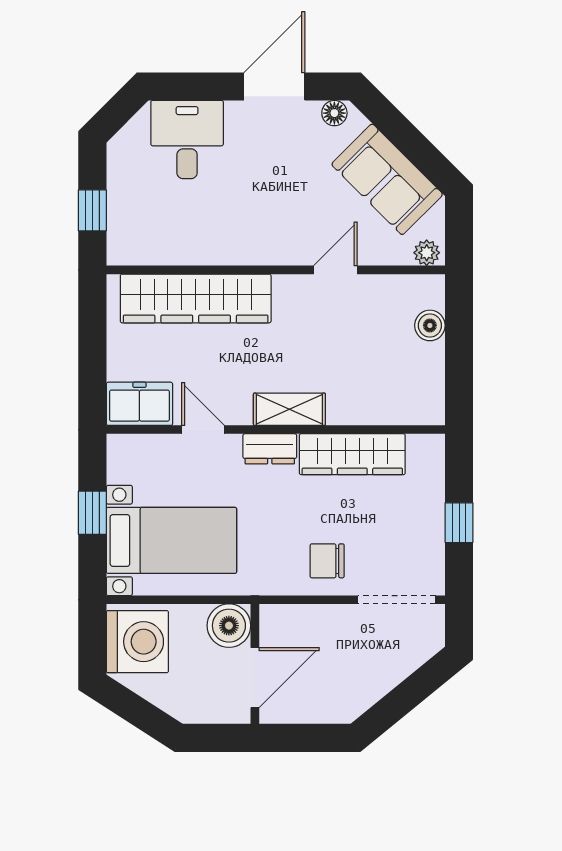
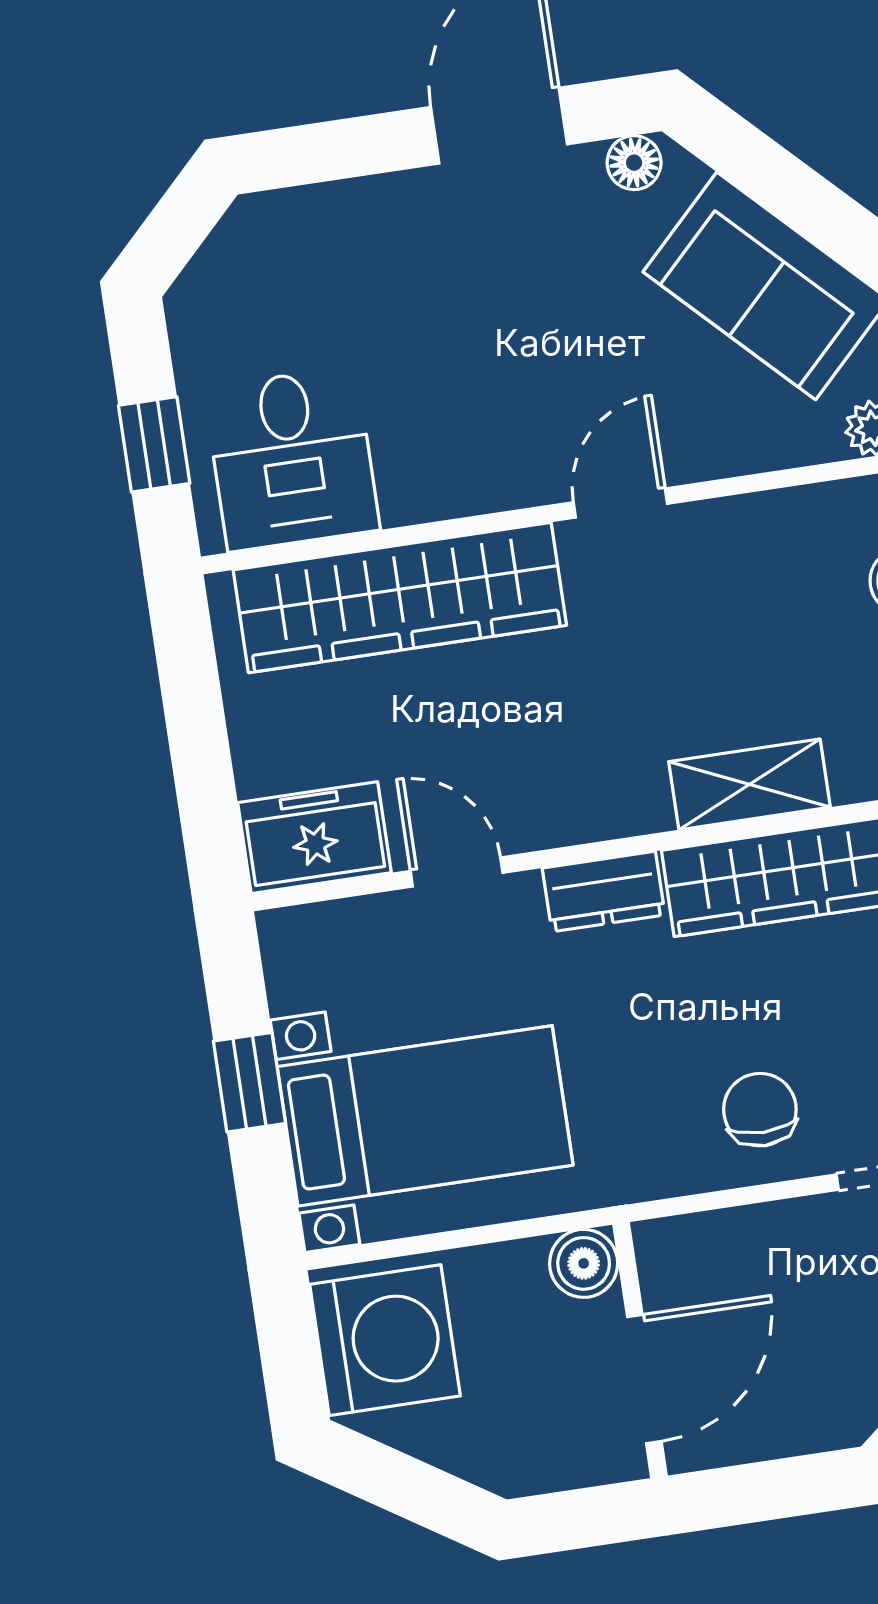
desk: (187, 140) -> (292, 459), moved, turned 180
door: (335, 270) -> (620, 503), moved
shelving: (289, 409) -> (749, 784), moved
chair: (327, 561) -> (760, 1110), turned 90
boiler: (229, 626) -> (584, 1263), width x0.73, depth x0.73

